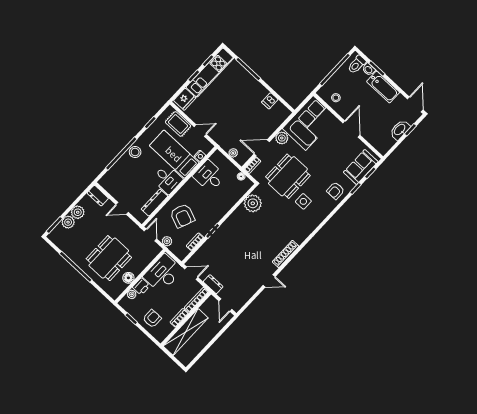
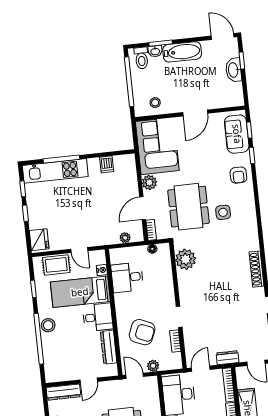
kitchen unit: (210, 73) -> (55, 171), moved, turned 90
door: (351, 129) -> (195, 113), swing flipped
door: (200, 131) -> (79, 250), swing flipped
dresser: (98, 196) -> (63, 392), width x1.44

